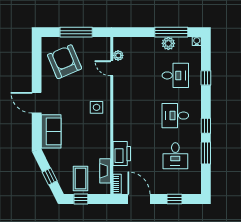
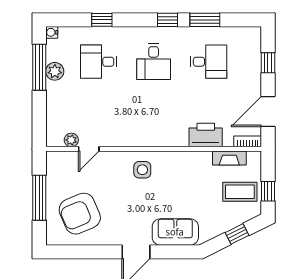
desk: (175, 75) -> (99, 62), turned -90

